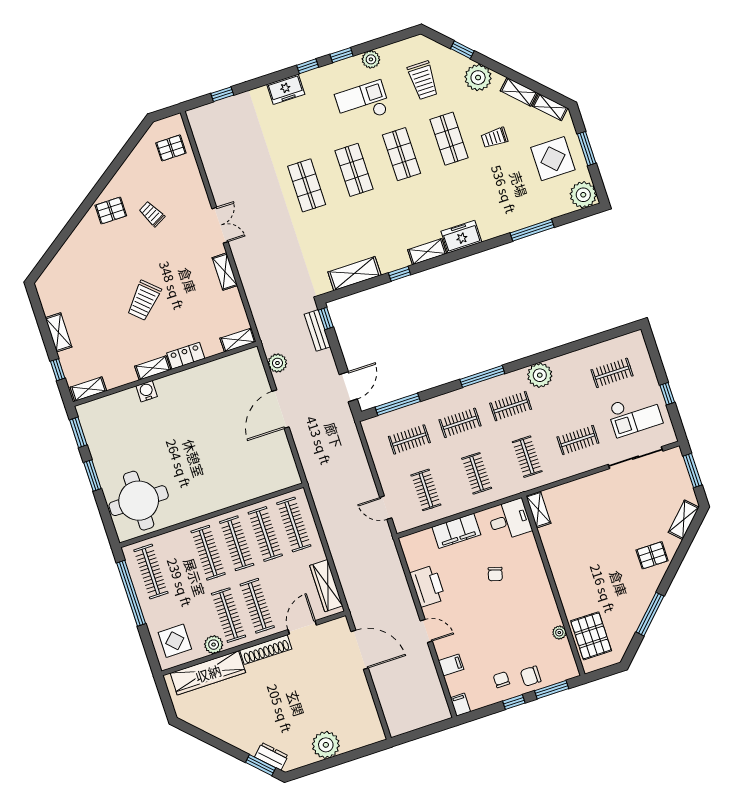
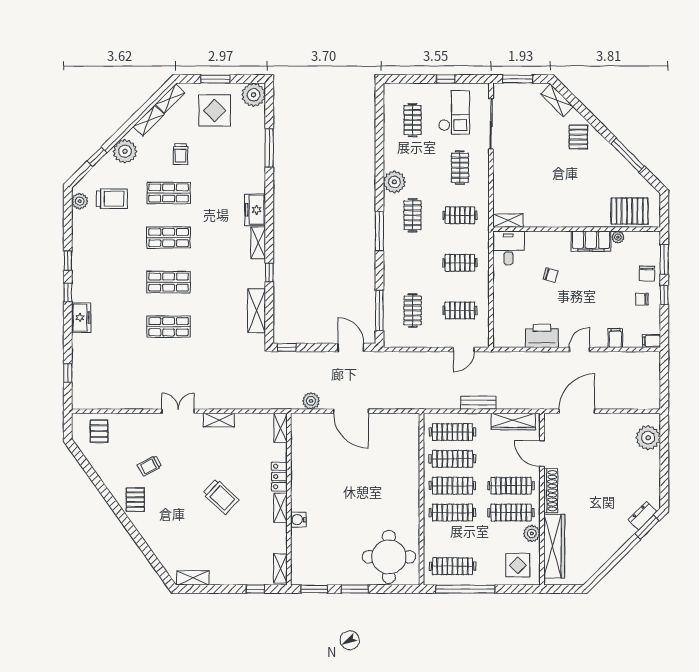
plant: (371, 59) -> (80, 201), moved
checkout: (363, 103) -> (114, 256), removed
bench: (317, 330) -> (478, 403), moved
shelving: (58, 332) -> (193, 578), moved
clothes rail: (460, 423) -> (413, 263), removed
filing cabinet: (456, 531) -> (591, 241), moved, turned 90
plant: (326, 745) -> (648, 438), moved

